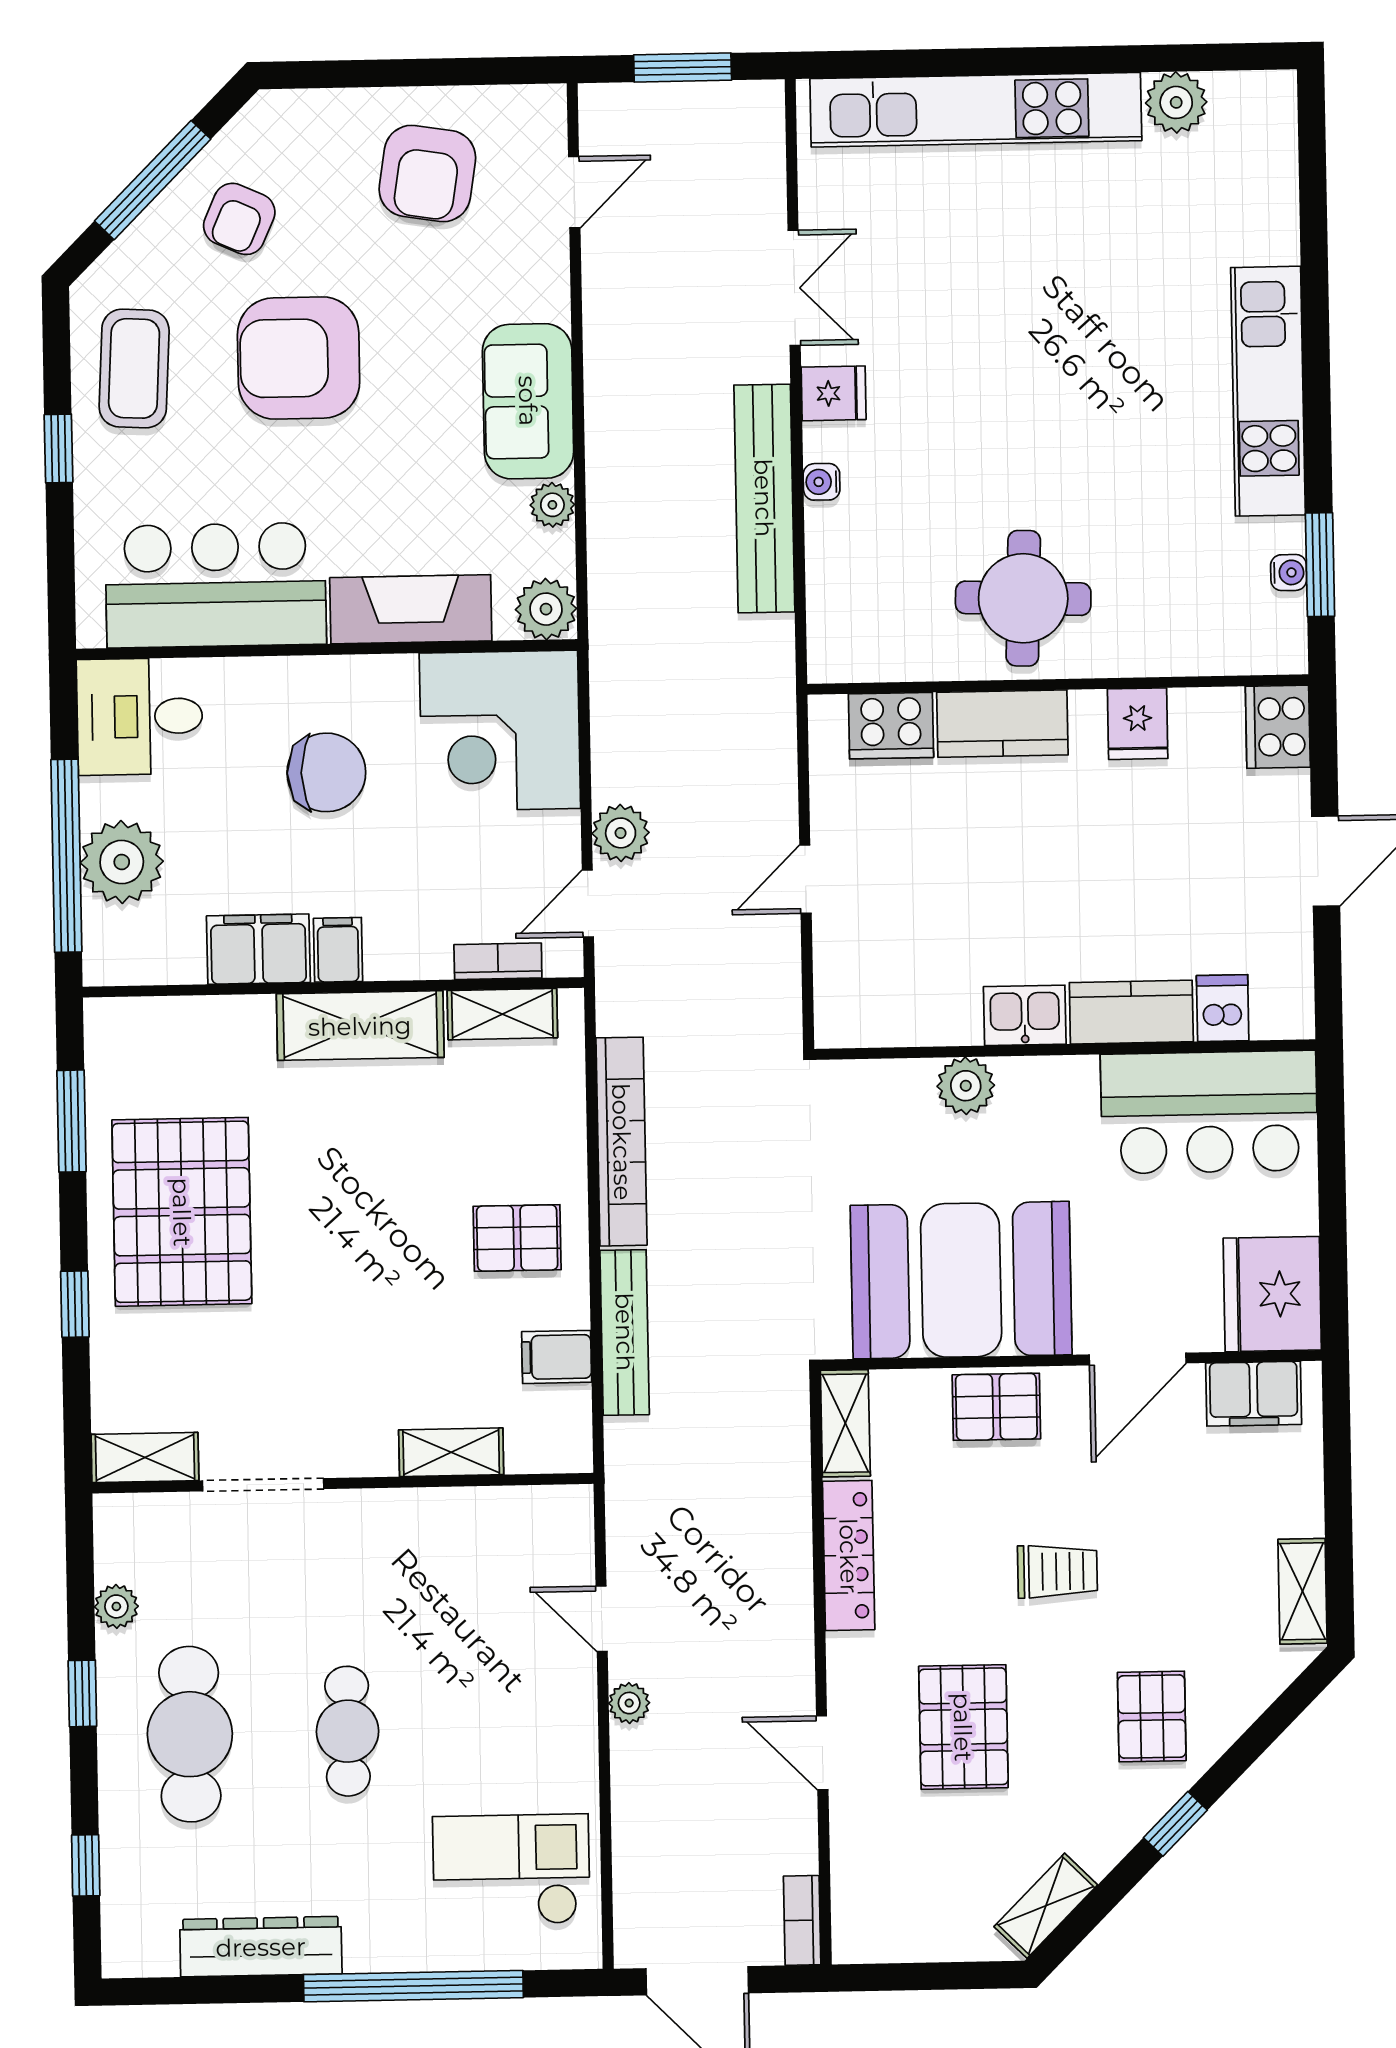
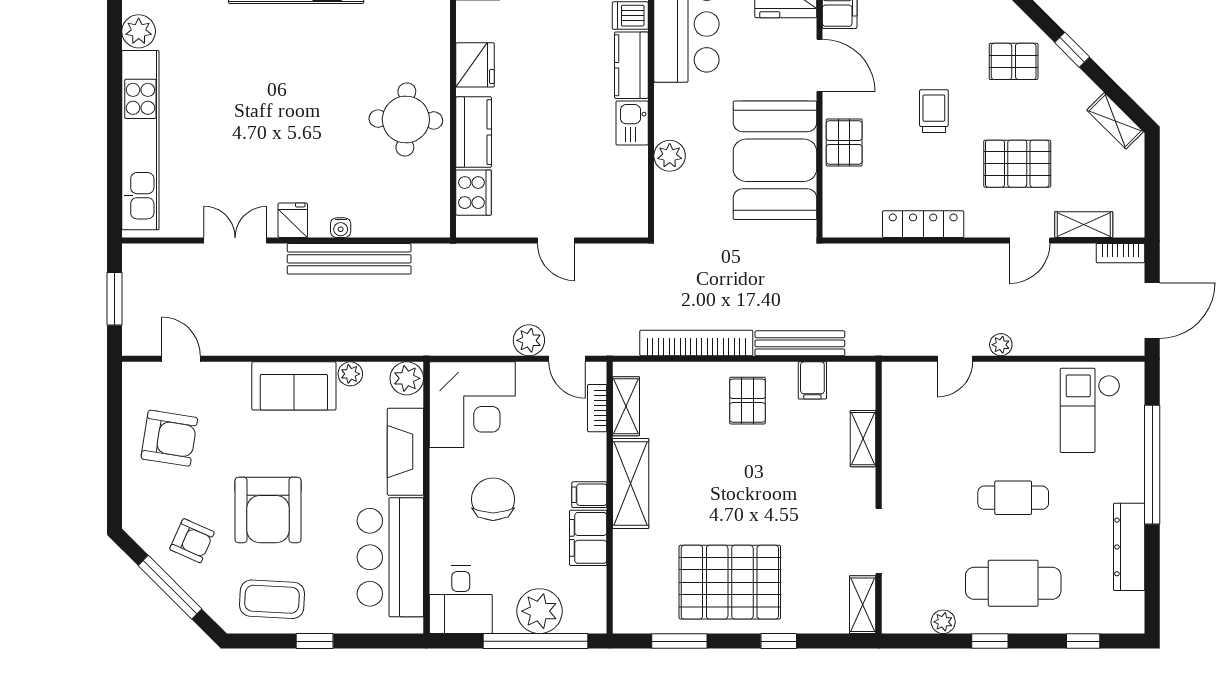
fridge: (1138, 724) -> (475, 65), width x1.38
shelving: (845, 1423) -> (1084, 225), moved

